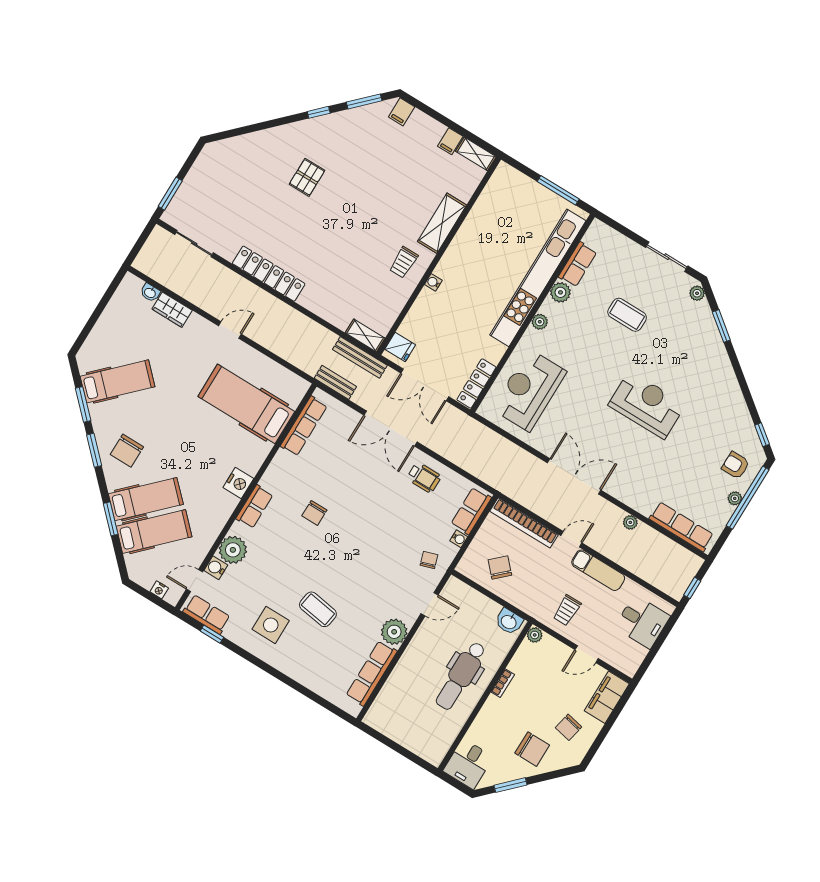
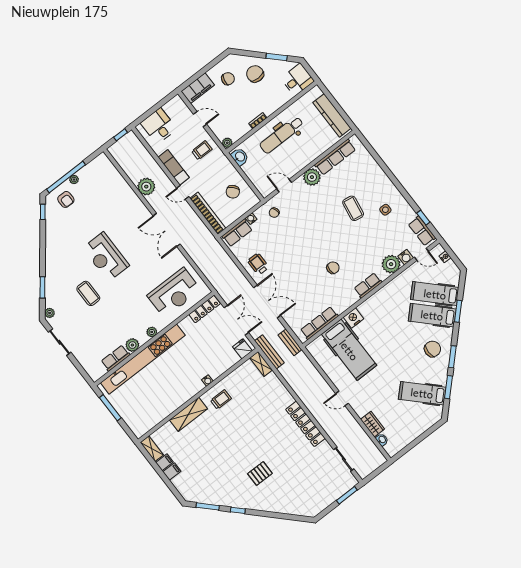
filing cabinet: (402, 112) -> (172, 472), moved
coffee table: (627, 315) -> (88, 293), moved
nightstand: (238, 483) -> (354, 318), moved
plant: (630, 522) -> (146, 187), width x1.88, depth x1.88
row of seats: (681, 527) -> (113, 175), removed
side table: (271, 625) -> (385, 210), width x0.54, depth x0.54
dental chair: (461, 676) -> (282, 135), turned 180
kitchen counter: (399, 731) -> (332, 115), added

